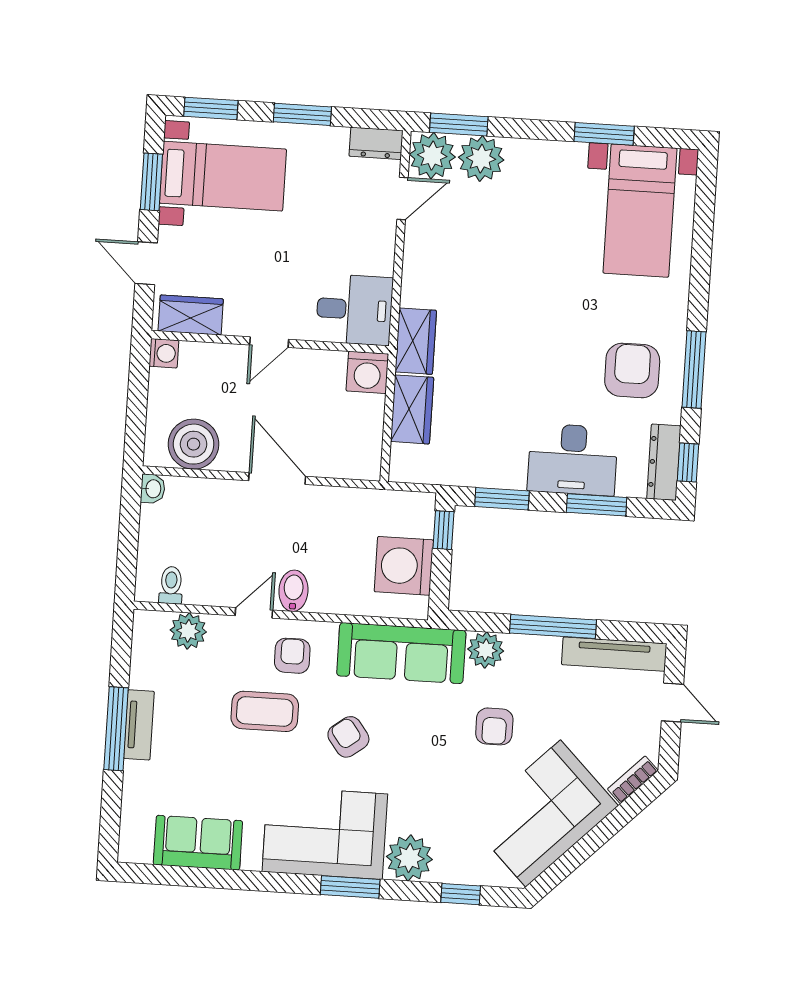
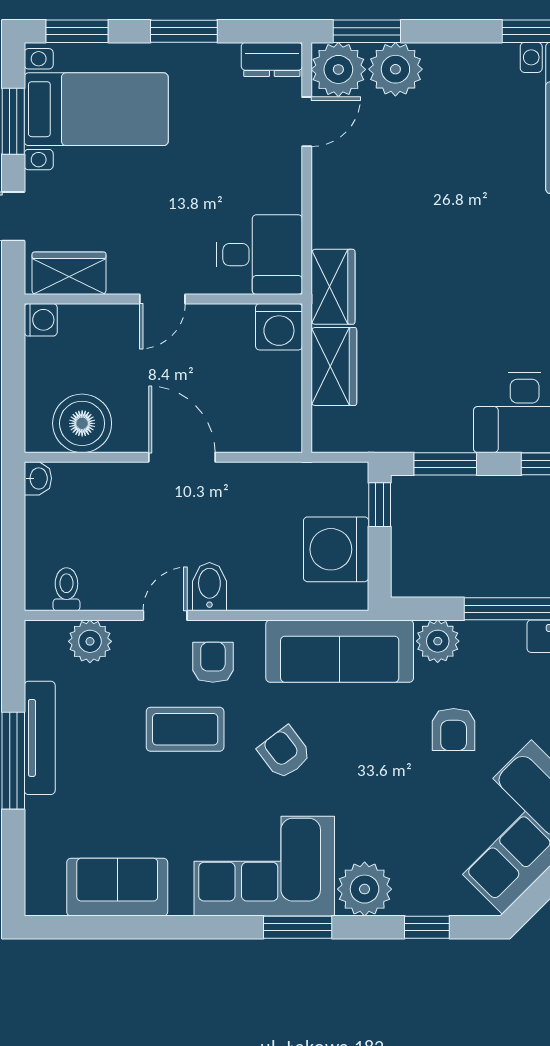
tv unit: (139, 725) -> (40, 738), width x1.41

